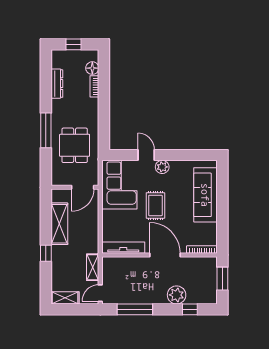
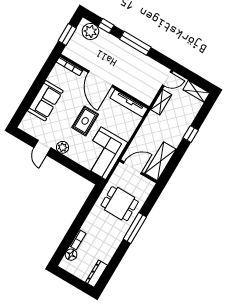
window: (73, 44) -> (75, 281), removed
dresser: (57, 84) -> (96, 274), moved
dining table: (75, 145) -> (120, 204), turned 90
door: (146, 155) -> (42, 148), moved
sofa: (205, 195) -> (45, 101), width x0.73
shelving: (59, 224) -> (160, 161), moved
plant: (177, 295) -> (90, 31), moved
window: (135, 309) -> (135, 43), moved

